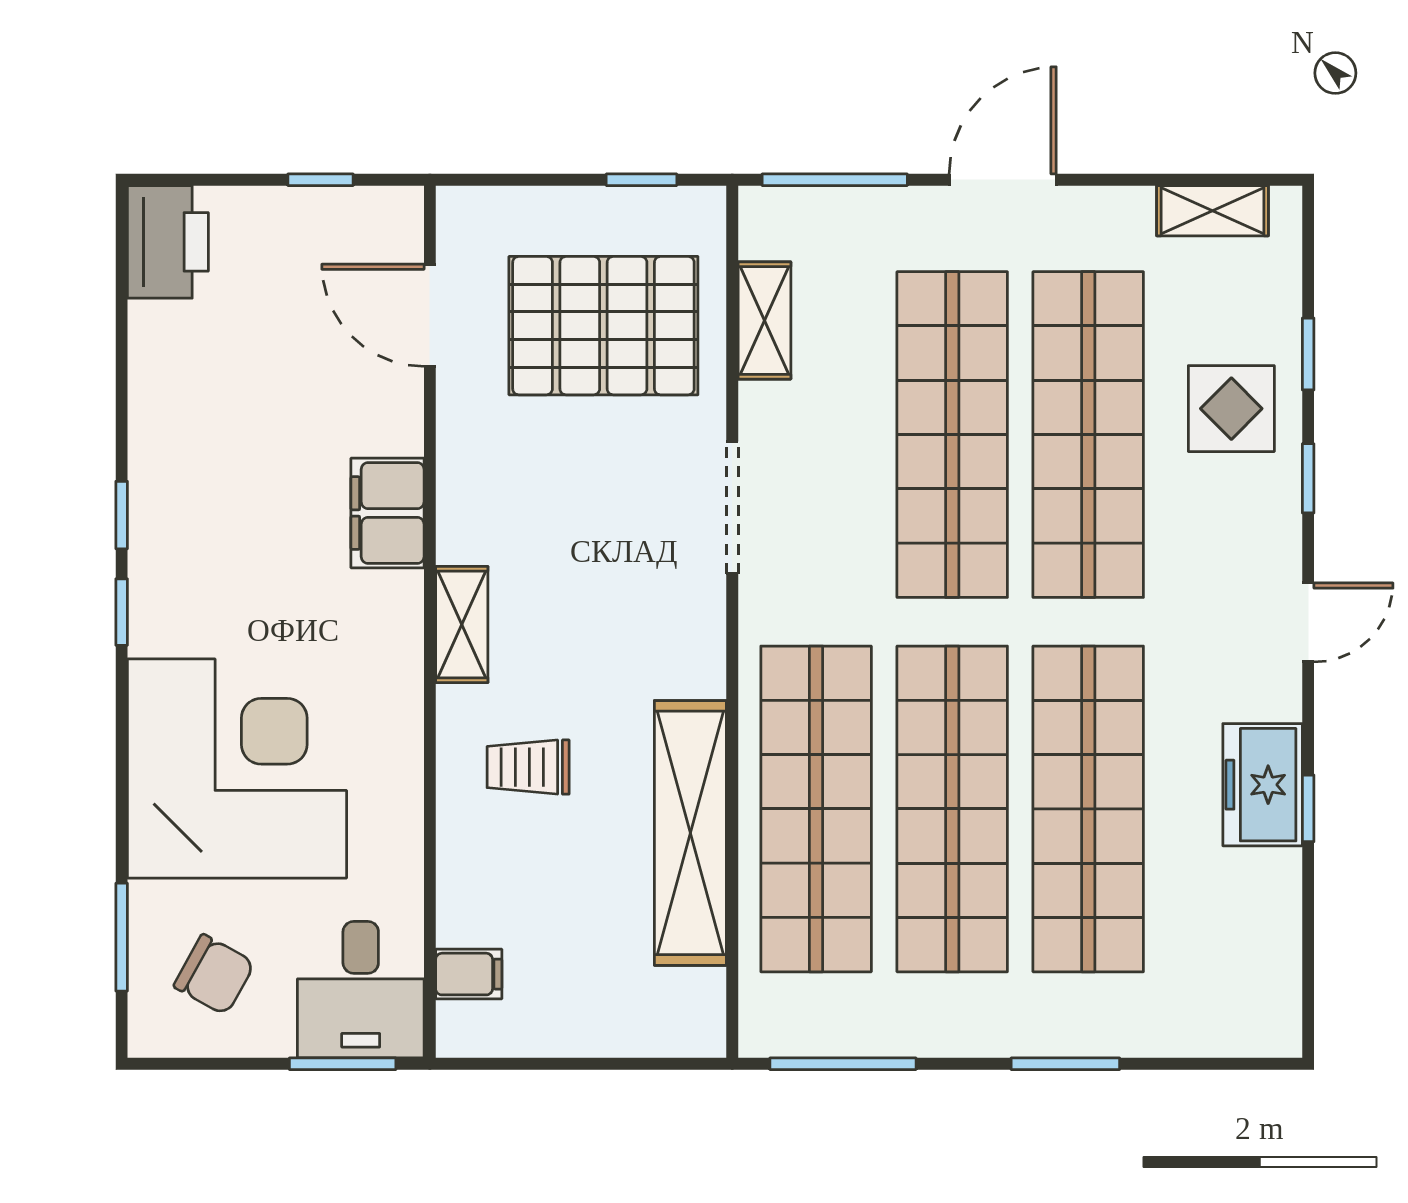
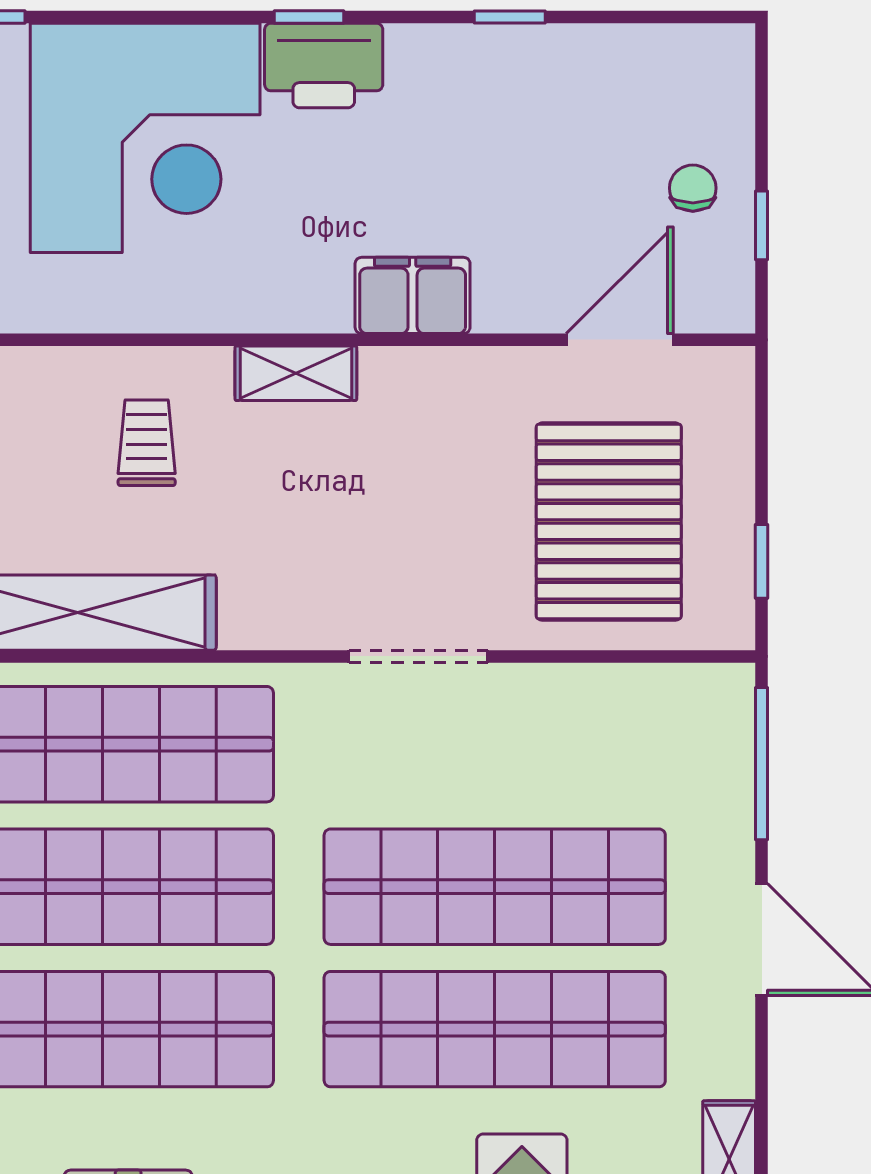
printer: (168, 242) -> (324, 66), moved
chair: (285, 245) -> (693, 188), added
shelving: (764, 320) -> (614, 690), removed
window: (122, 515) -> (510, 17), moved

